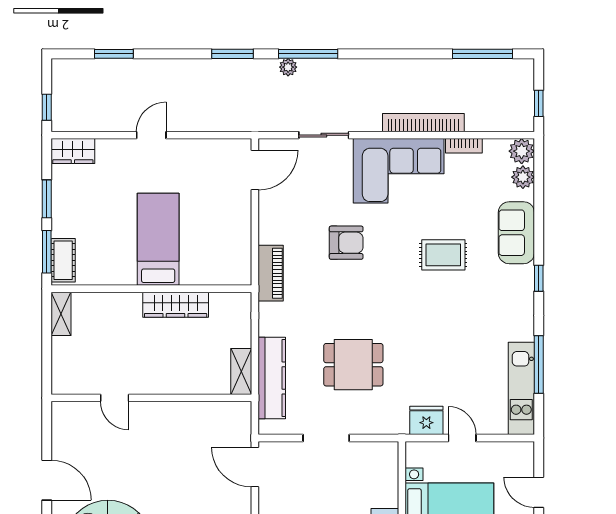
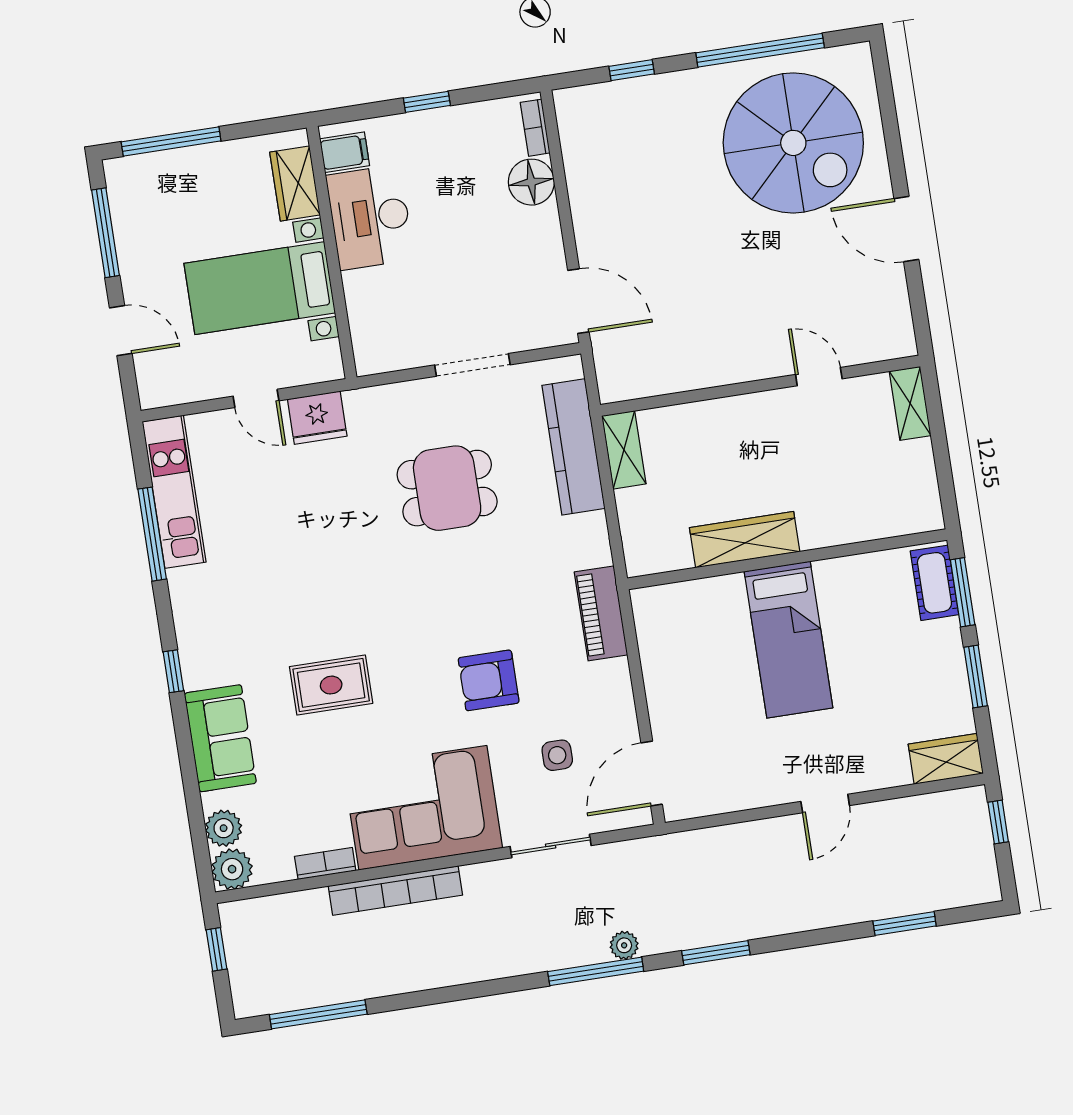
side table: (311, 190) -> (557, 755), added
shelving: (61, 314) -> (910, 403), moved

